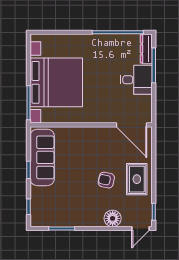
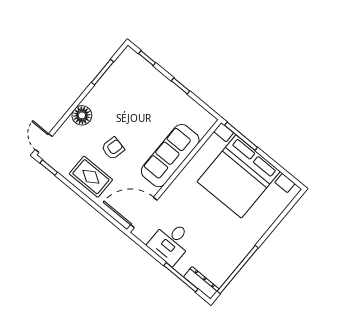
desk: (136, 80) -> (171, 242), moved
sofa: (42, 157) -> (170, 156), moved, turned 90
floor lamp: (113, 218) -> (82, 115), moved

